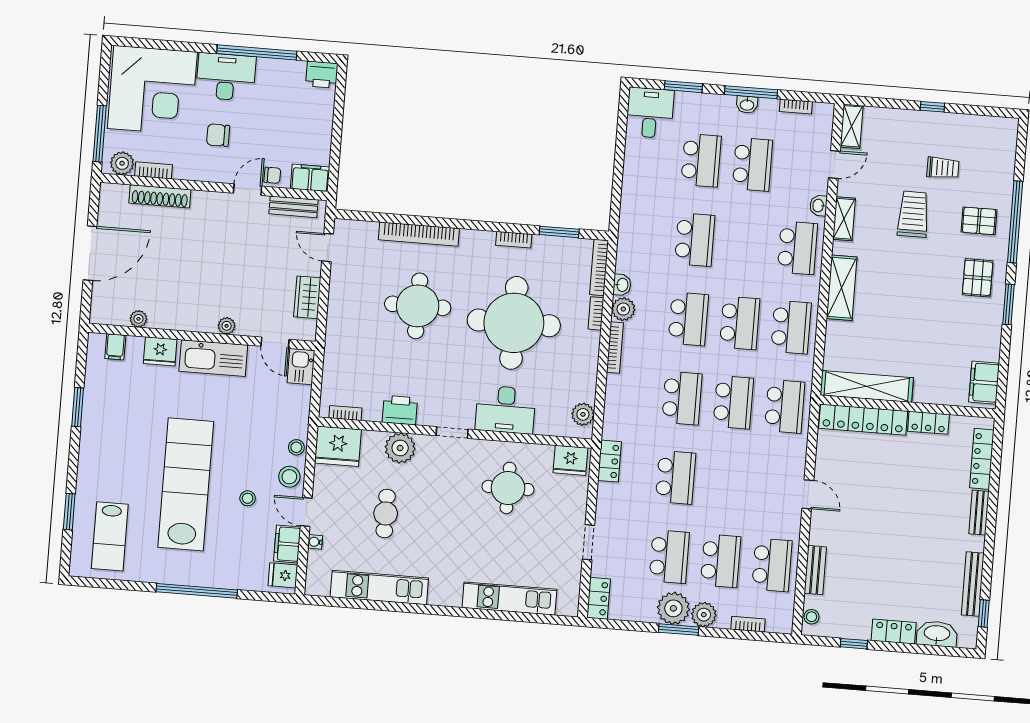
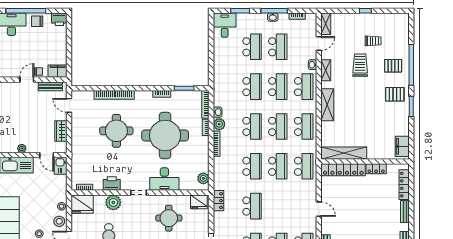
chair: (218, 135) -> (37, 21), moved
school desk: (746, 244) -> (278, 87), added
pallet: (978, 278) -> (395, 94), turned 90

